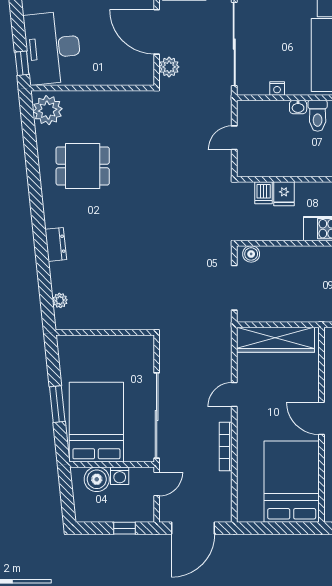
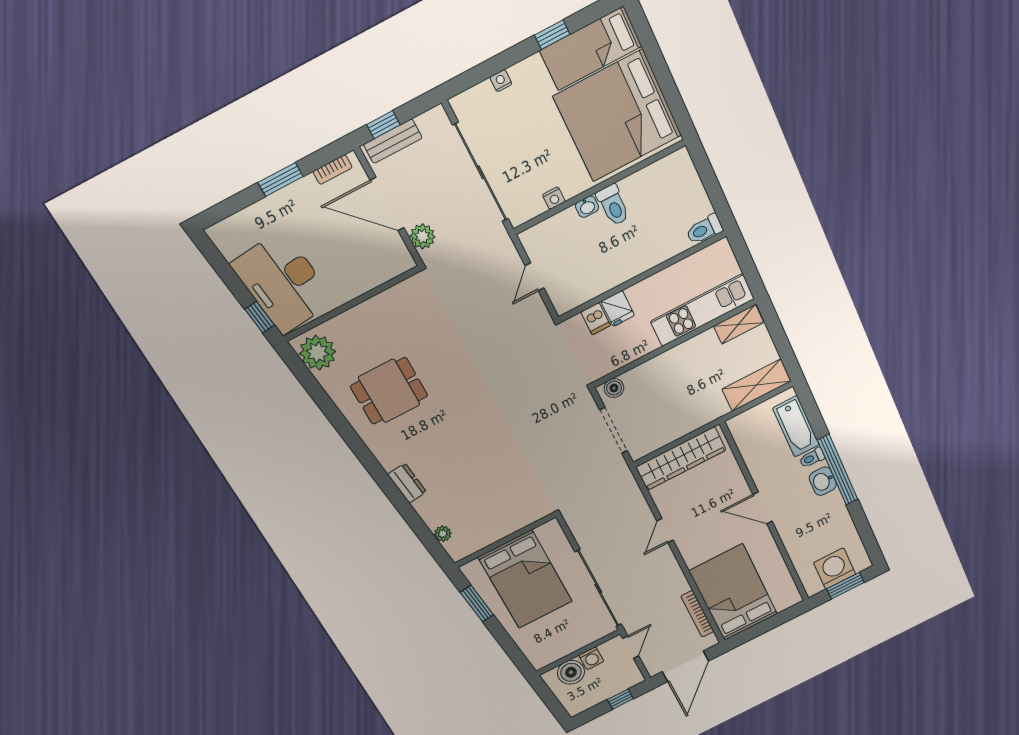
window: (57, 404) -> (477, 604), moved
bed: (96, 422) -> (525, 579), moved, turned 180
bookcase: (226, 446) -> (697, 614), moved
bed: (292, 482) -> (733, 593), moved

